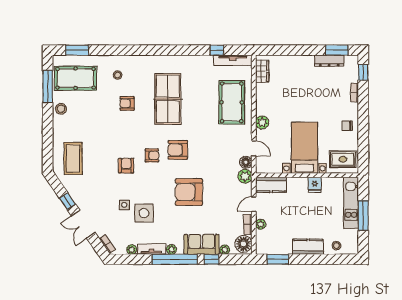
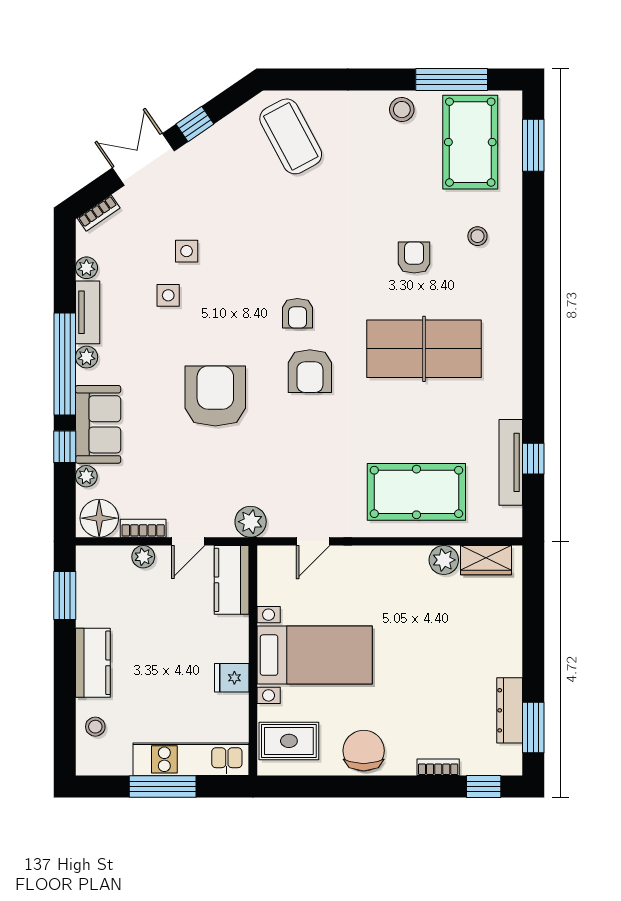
tv unit: (233, 60) -> (511, 462), moved
plant: (262, 122) -> (444, 560), moved
chair: (347, 126) -> (364, 751), width x1.87, depth x1.87
armchair: (178, 150) -> (310, 371), turned 180
coffee table: (73, 158) -> (291, 136), turned 62
rug: (343, 159) -> (289, 741), turned 90
floor lamp: (246, 162) -> (282, 523), removed
armchair: (126, 166) -> (275, 255), removed
door: (254, 204) -> (188, 541), swing flipped
side table: (144, 213) -> (168, 295), width x0.54, depth x0.54

